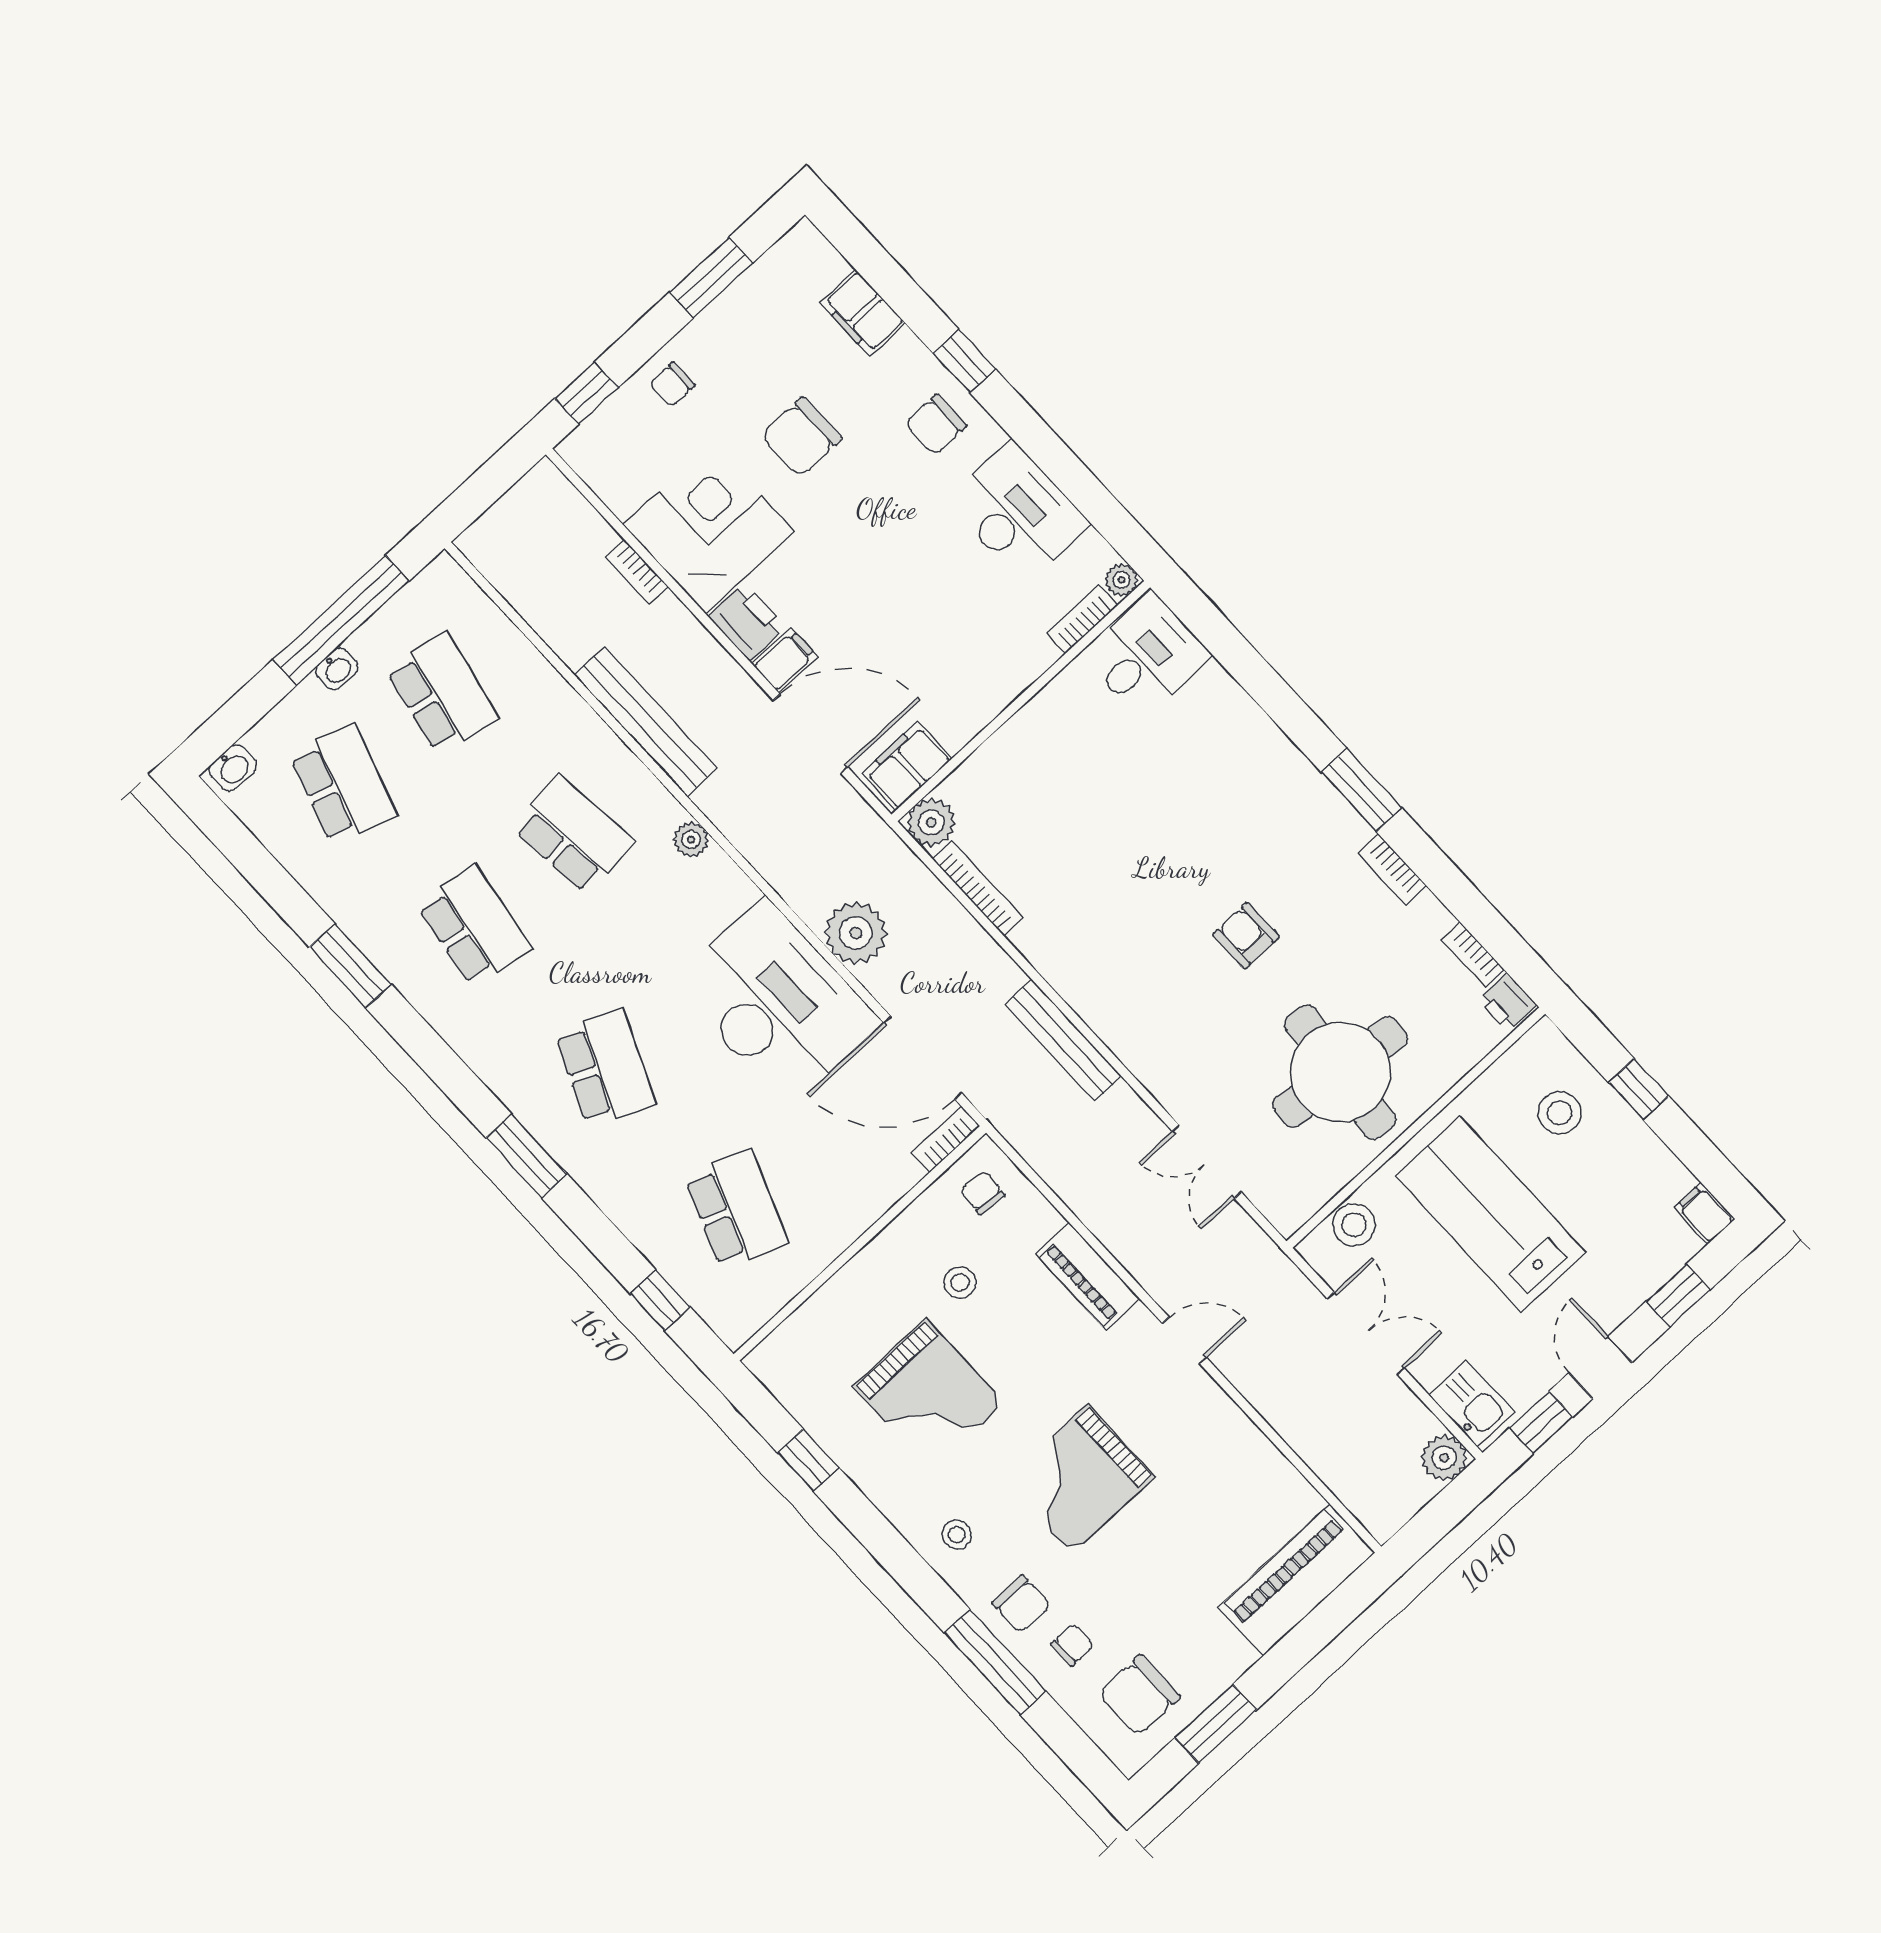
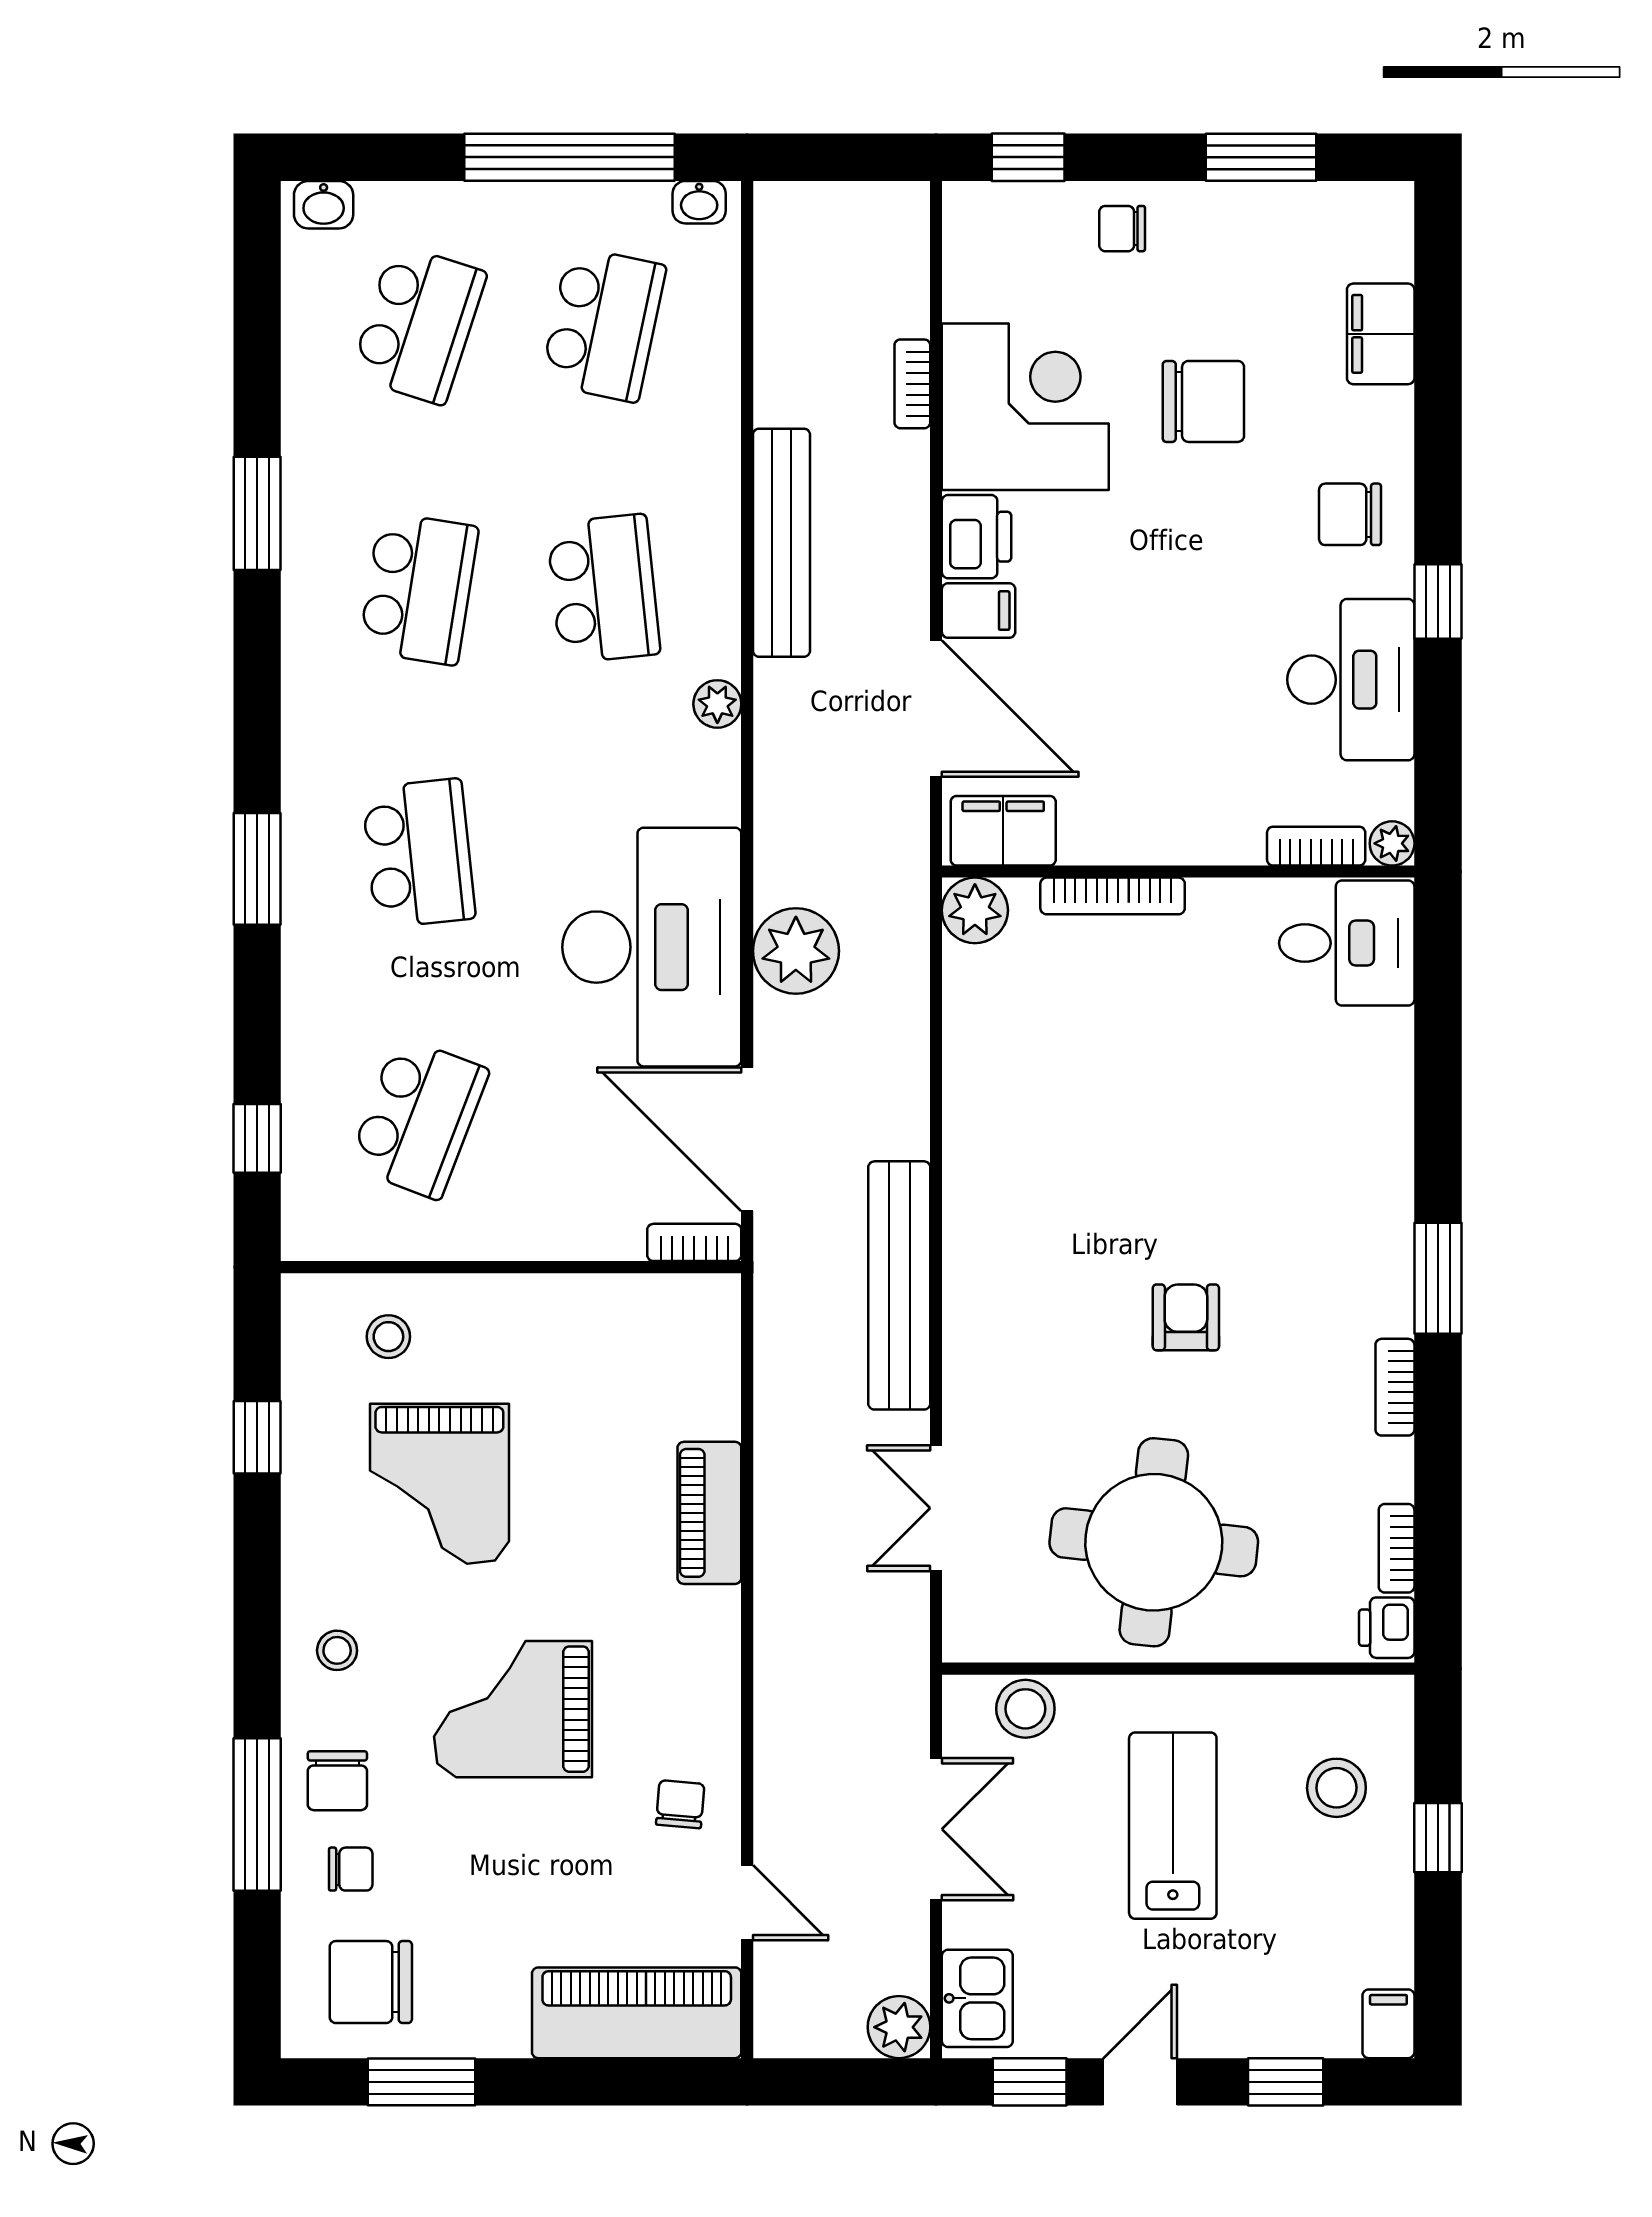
window: (964, 361) -> (1438, 601), moved
chair: (801, 437) -> (1203, 401), turned 180
washbasin: (337, 669) -> (699, 202), moved
bookcase: (978, 888) -> (1113, 896), moved, turned 90
bench: (1063, 1040) -> (899, 1285), width x1.37, depth x1.21
school desk: (605, 1068) -> (419, 853), turned -30
chair: (983, 1193) -> (680, 1804), moved
lab bench: (1491, 1214) -> (1173, 1826), width x0.73, depth x0.72
stool: (960, 1283) -> (388, 1337), moved
door: (1184, 1340) -> (747, 1903), moved

